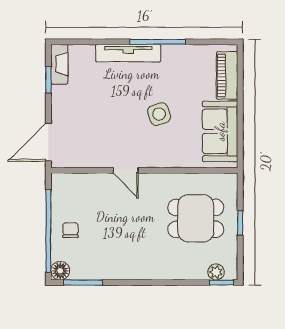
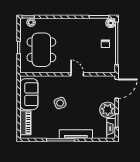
plant: (66, 101) -> (108, 110), added
dining table: (196, 218) -> (41, 50), width x1.37

